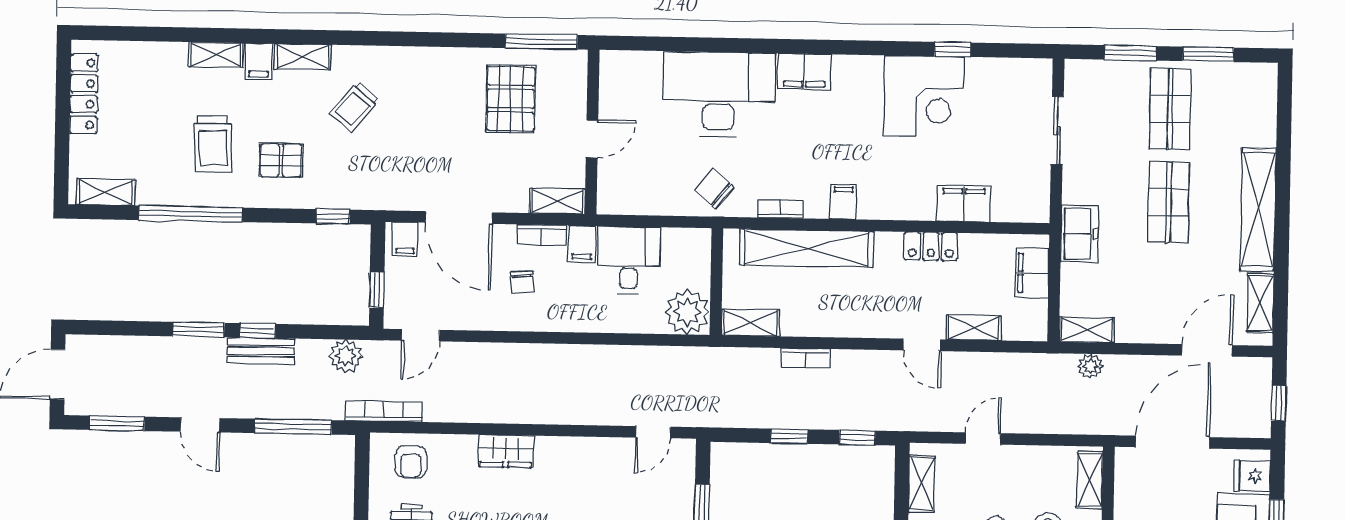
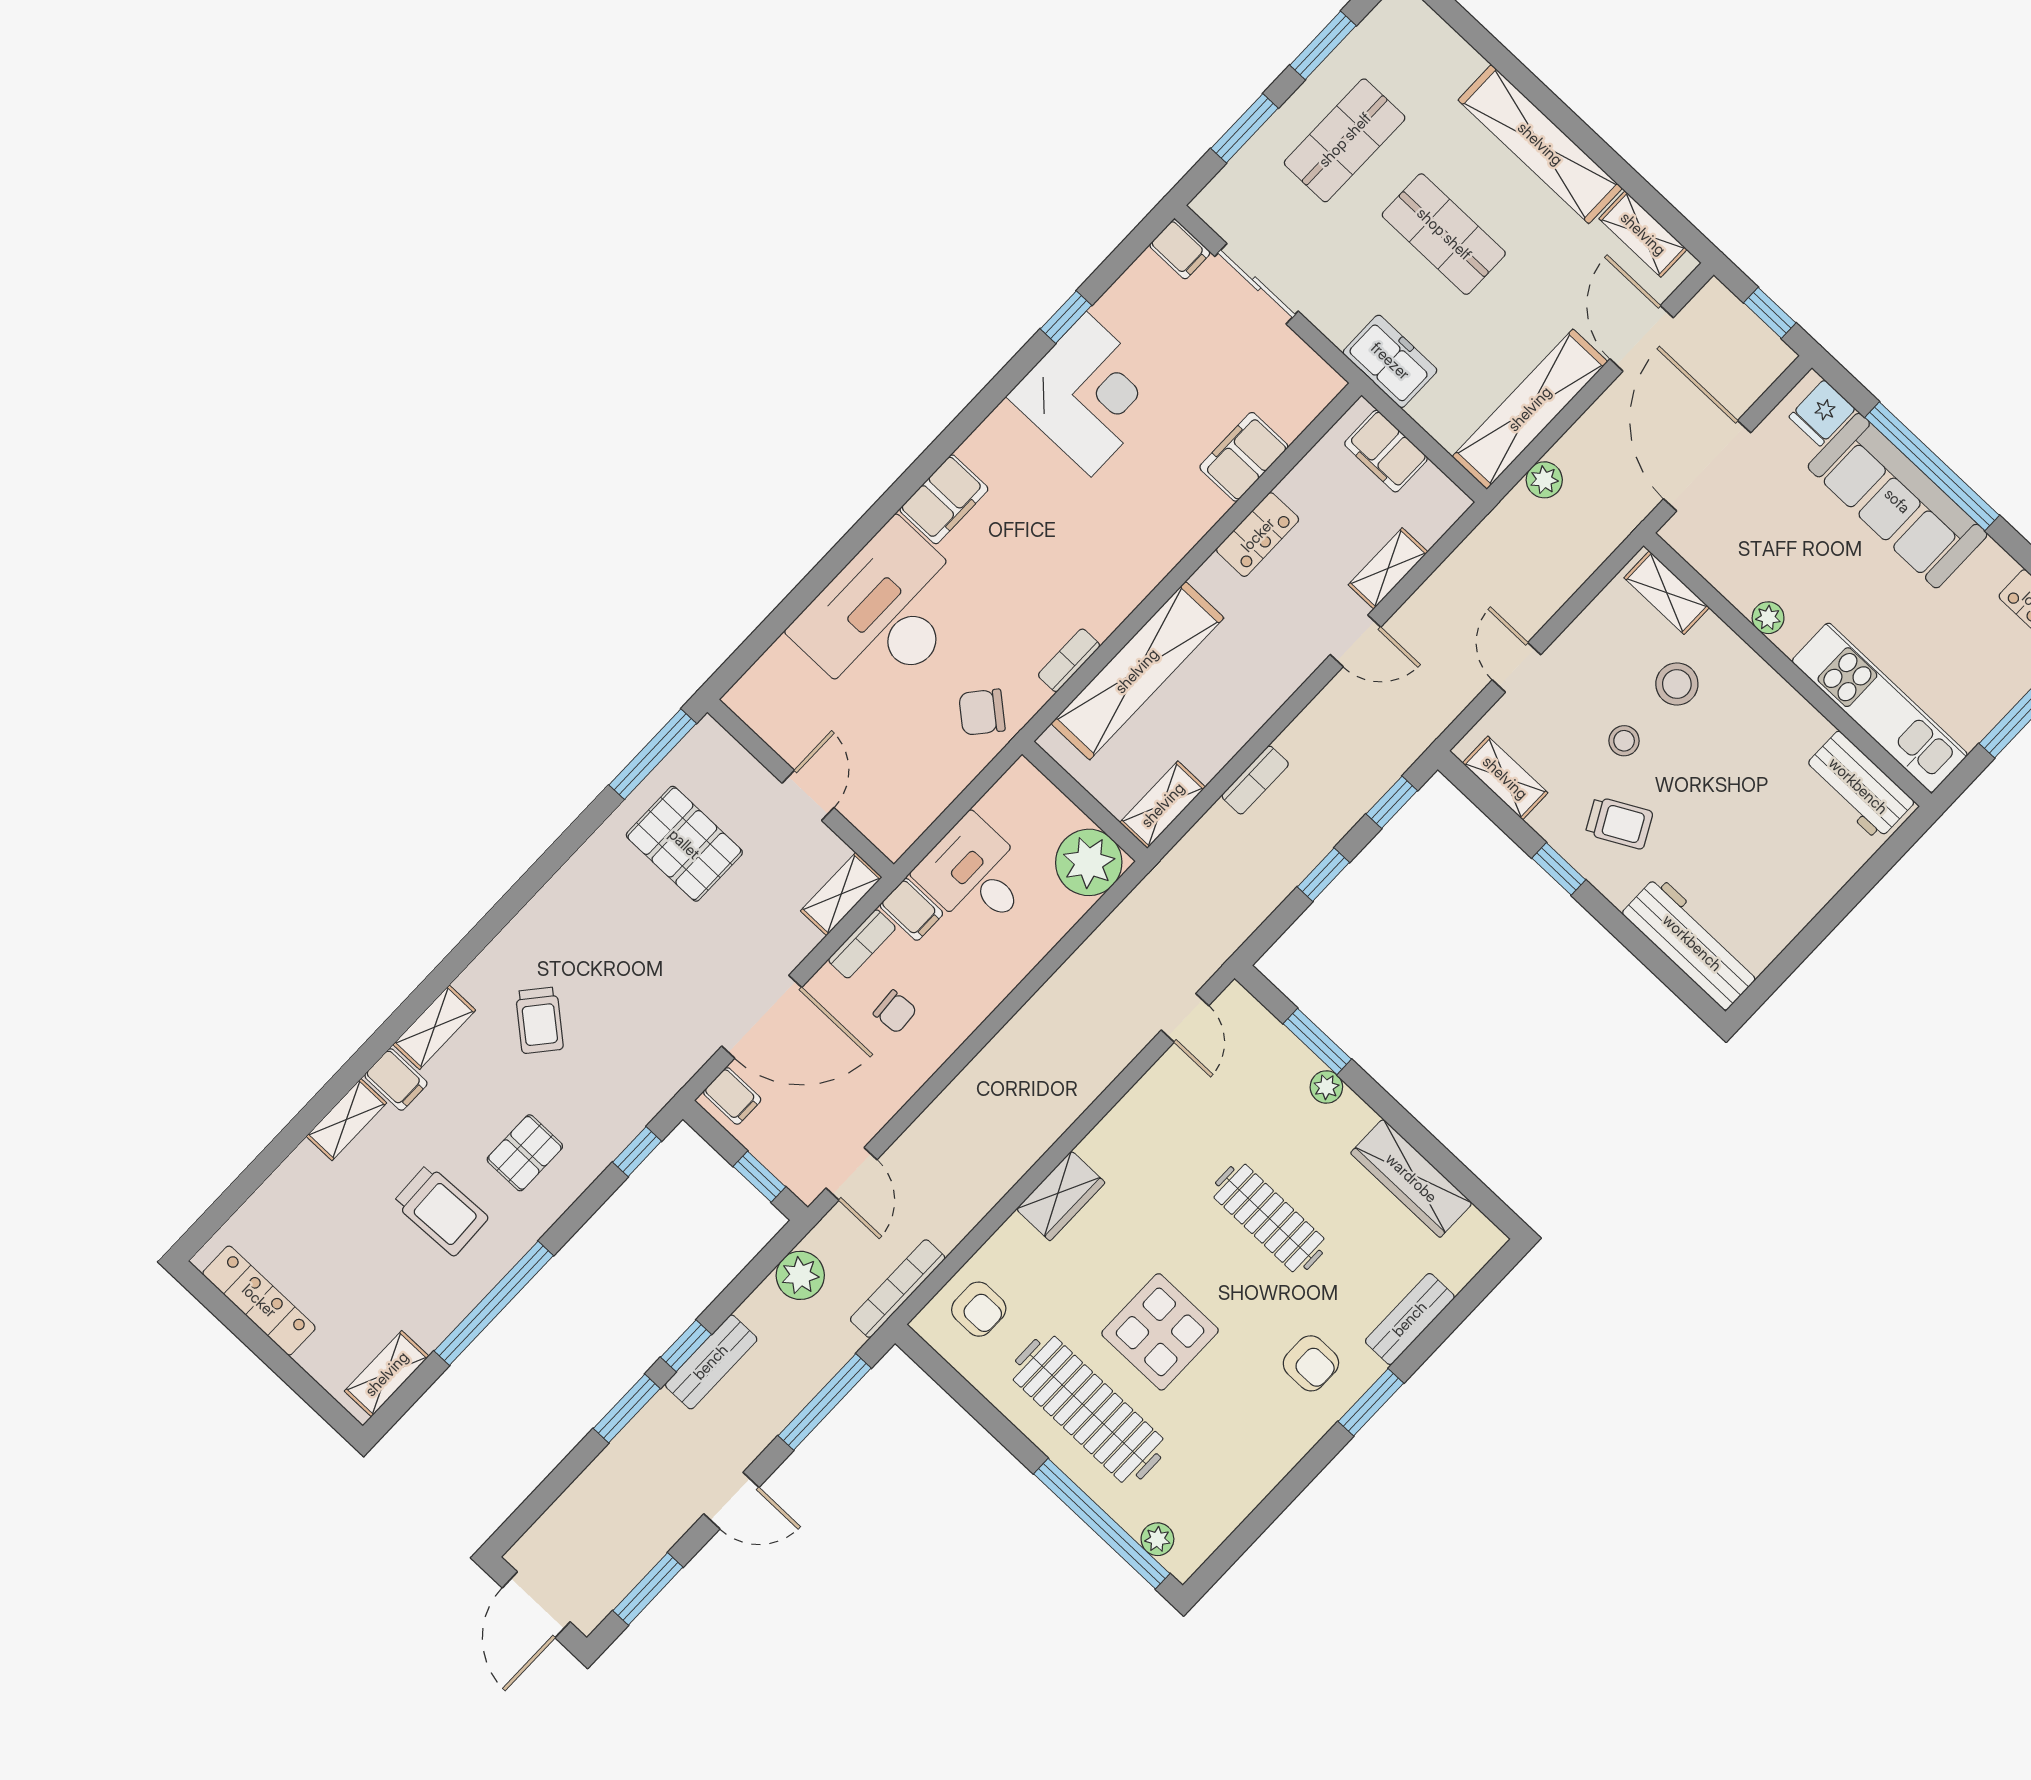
shop shelf: (1170, 109) -> (1345, 140), turned 90
filing cabinet: (844, 202) -> (1180, 249), moved, turned 180
shelving: (1087, 330) -> (1530, 409), width x2.20, depth x1.33

